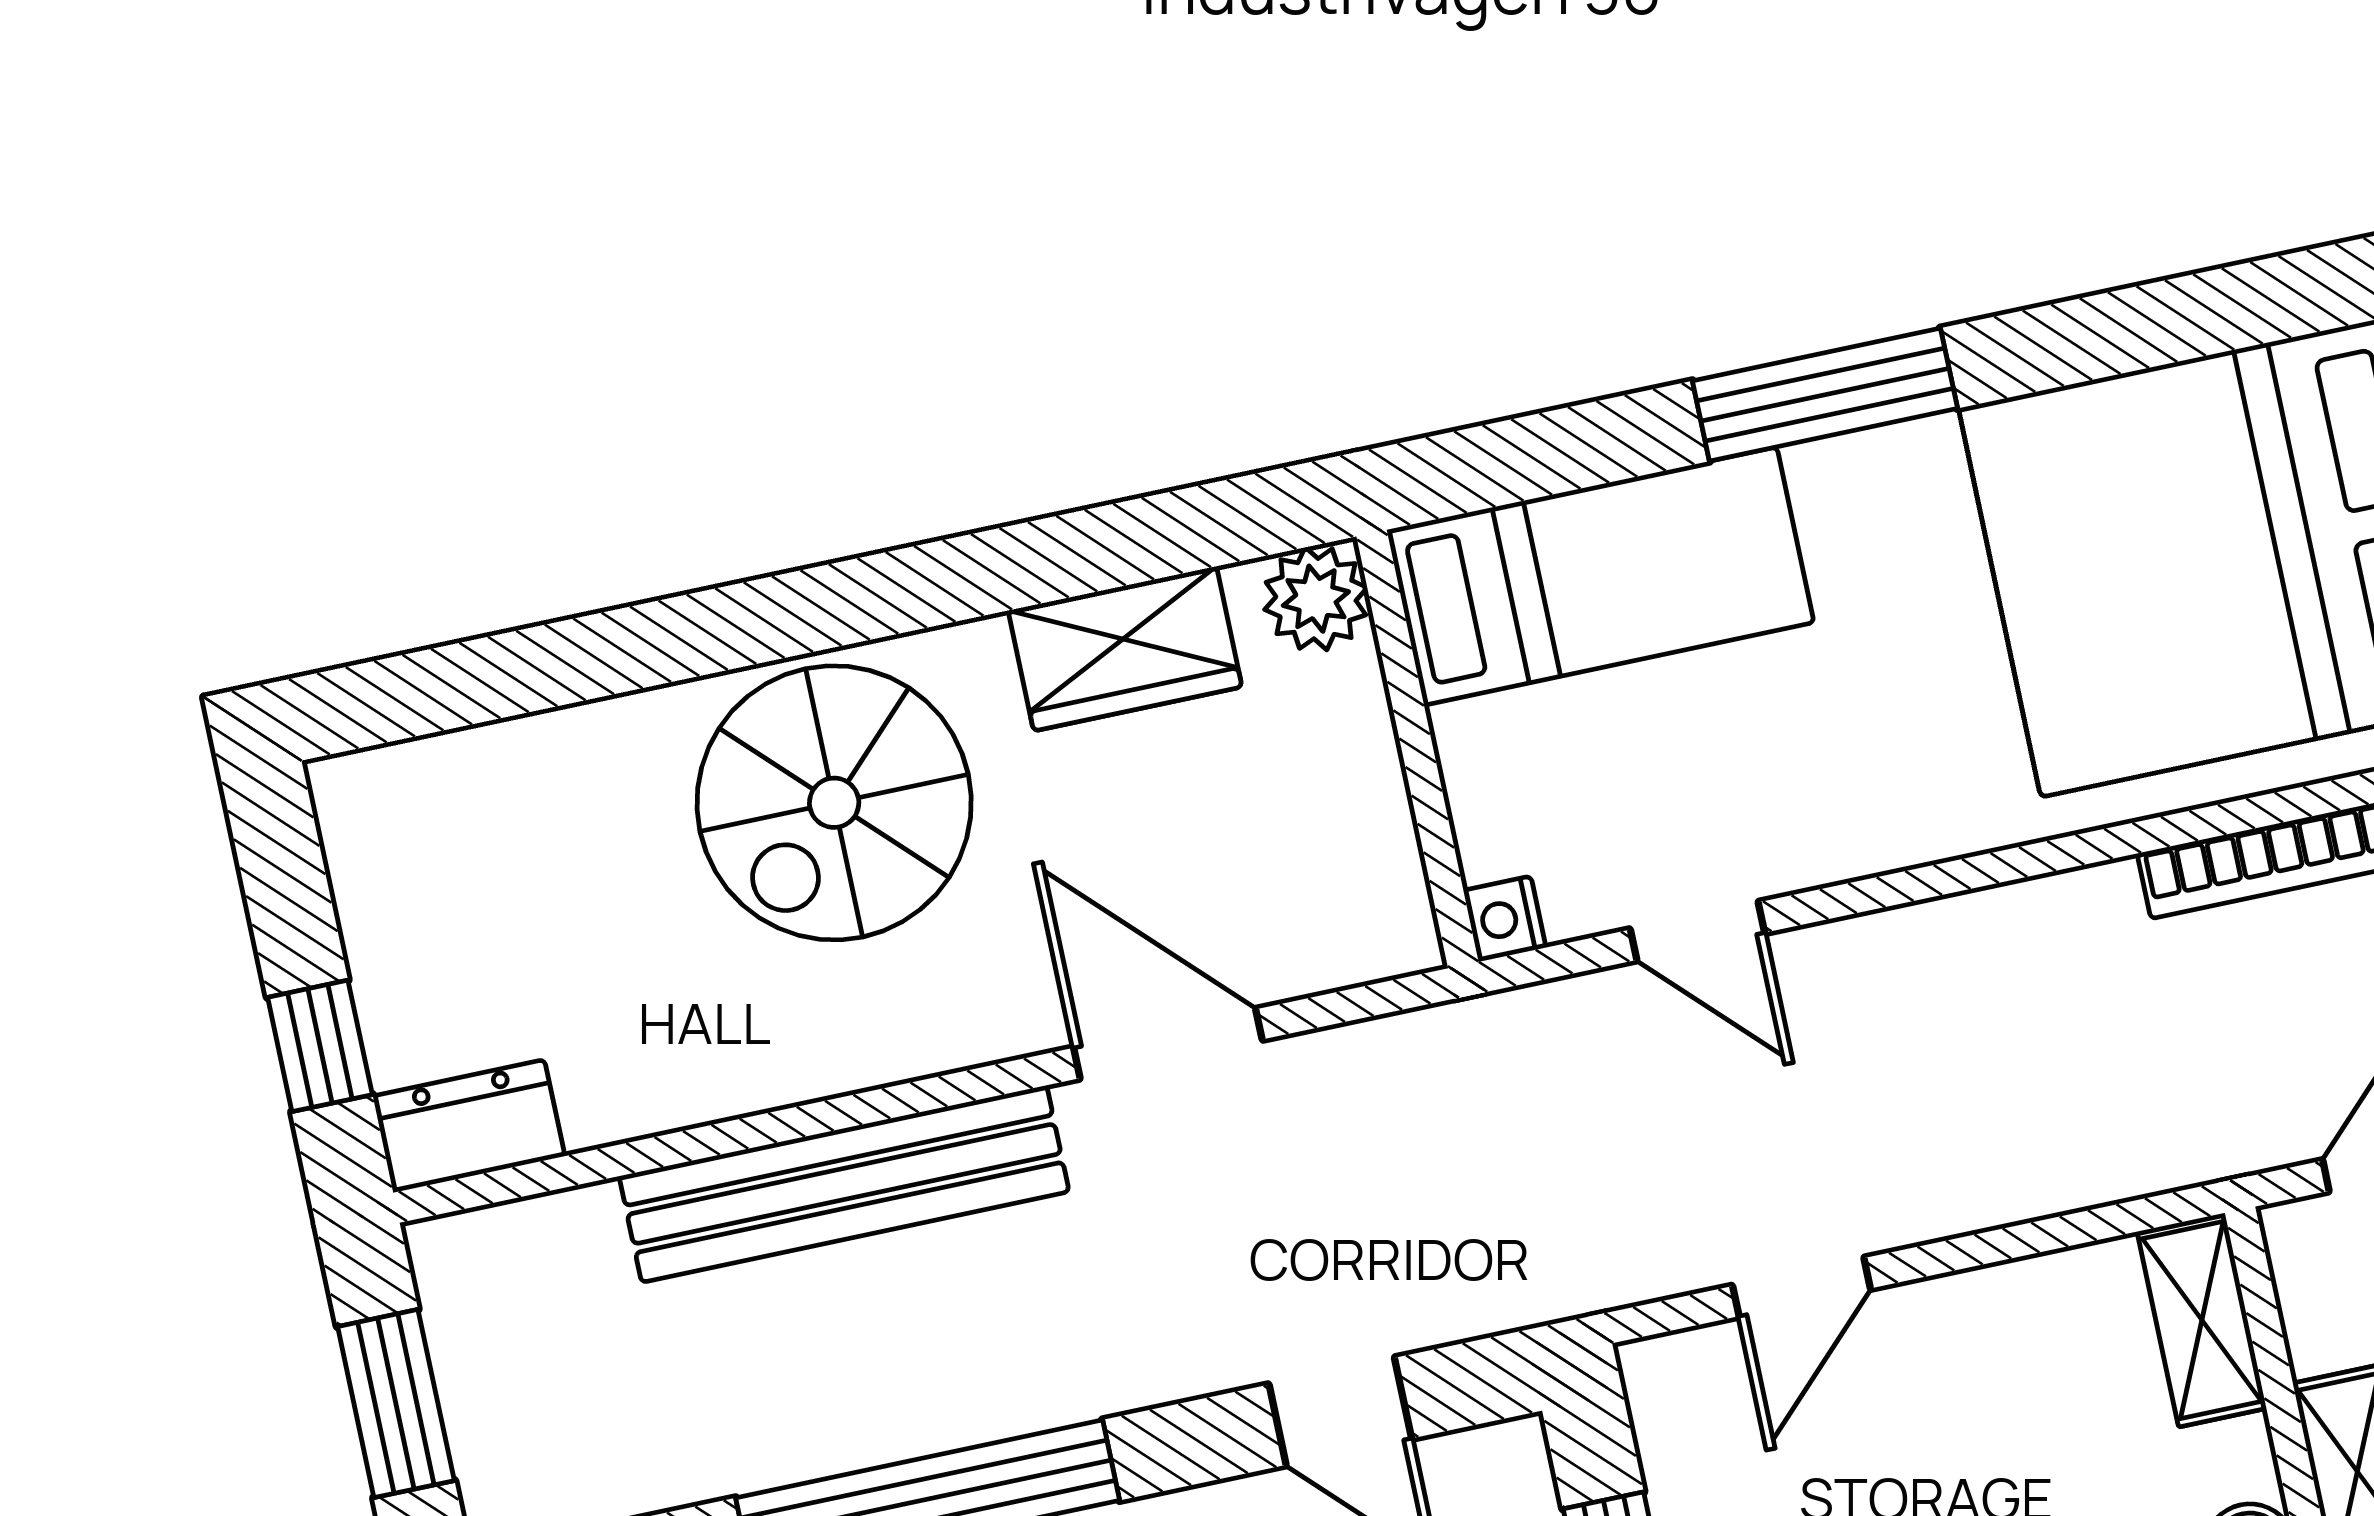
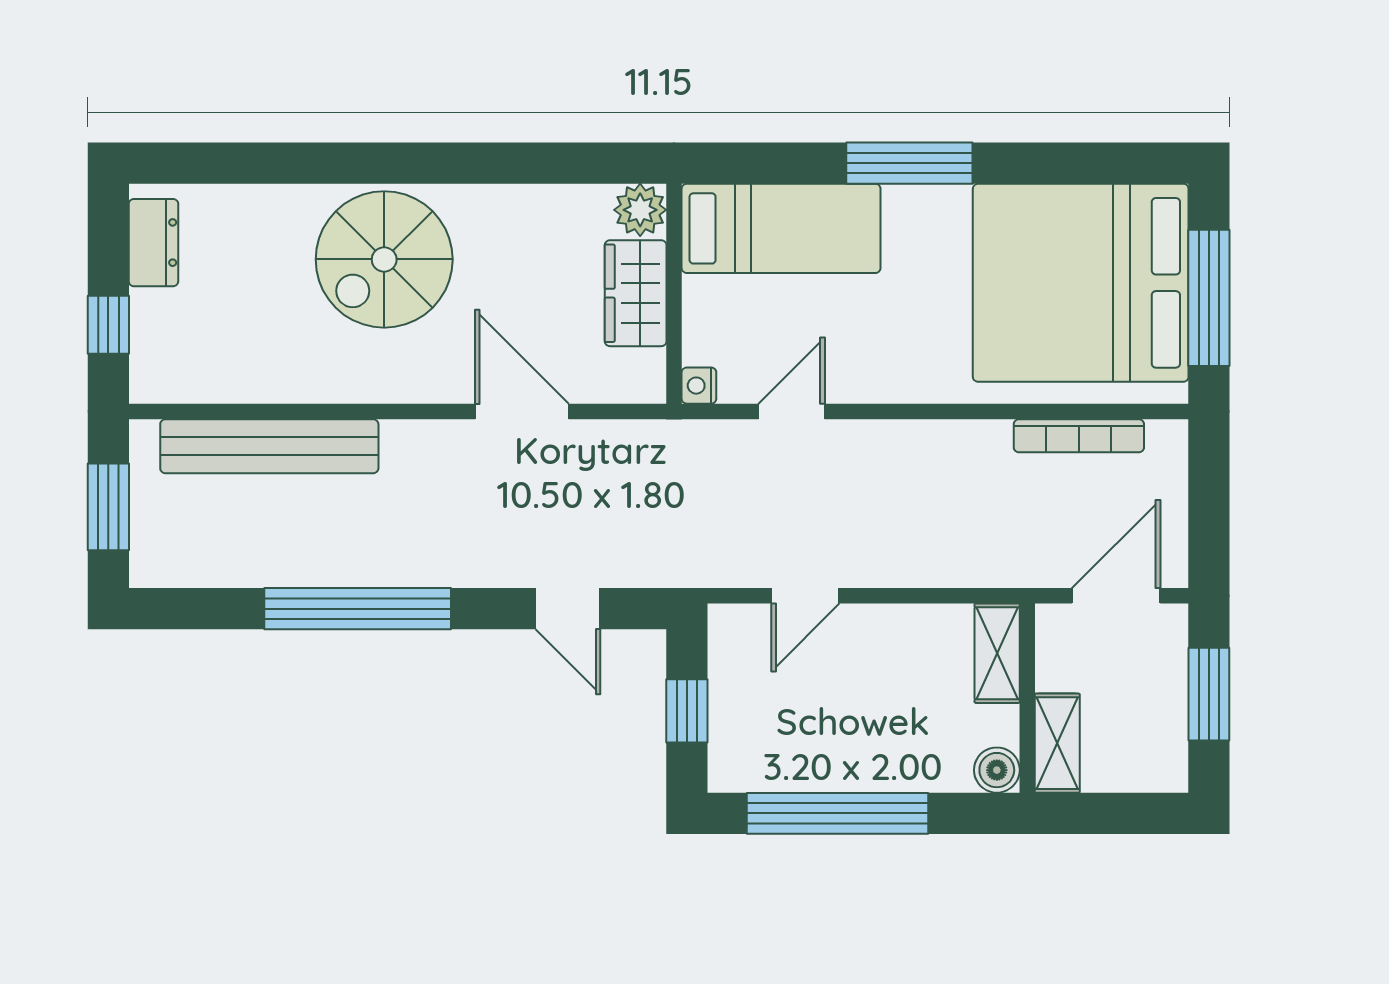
wardrobe: (1125, 649) -> (636, 293), moved, turned 90
door: (1697, 931) -> (792, 411), swing flipped
dresser: (469, 1126) -> (153, 243), moved, turned 90
bench: (844, 1184) -> (269, 446), moved

